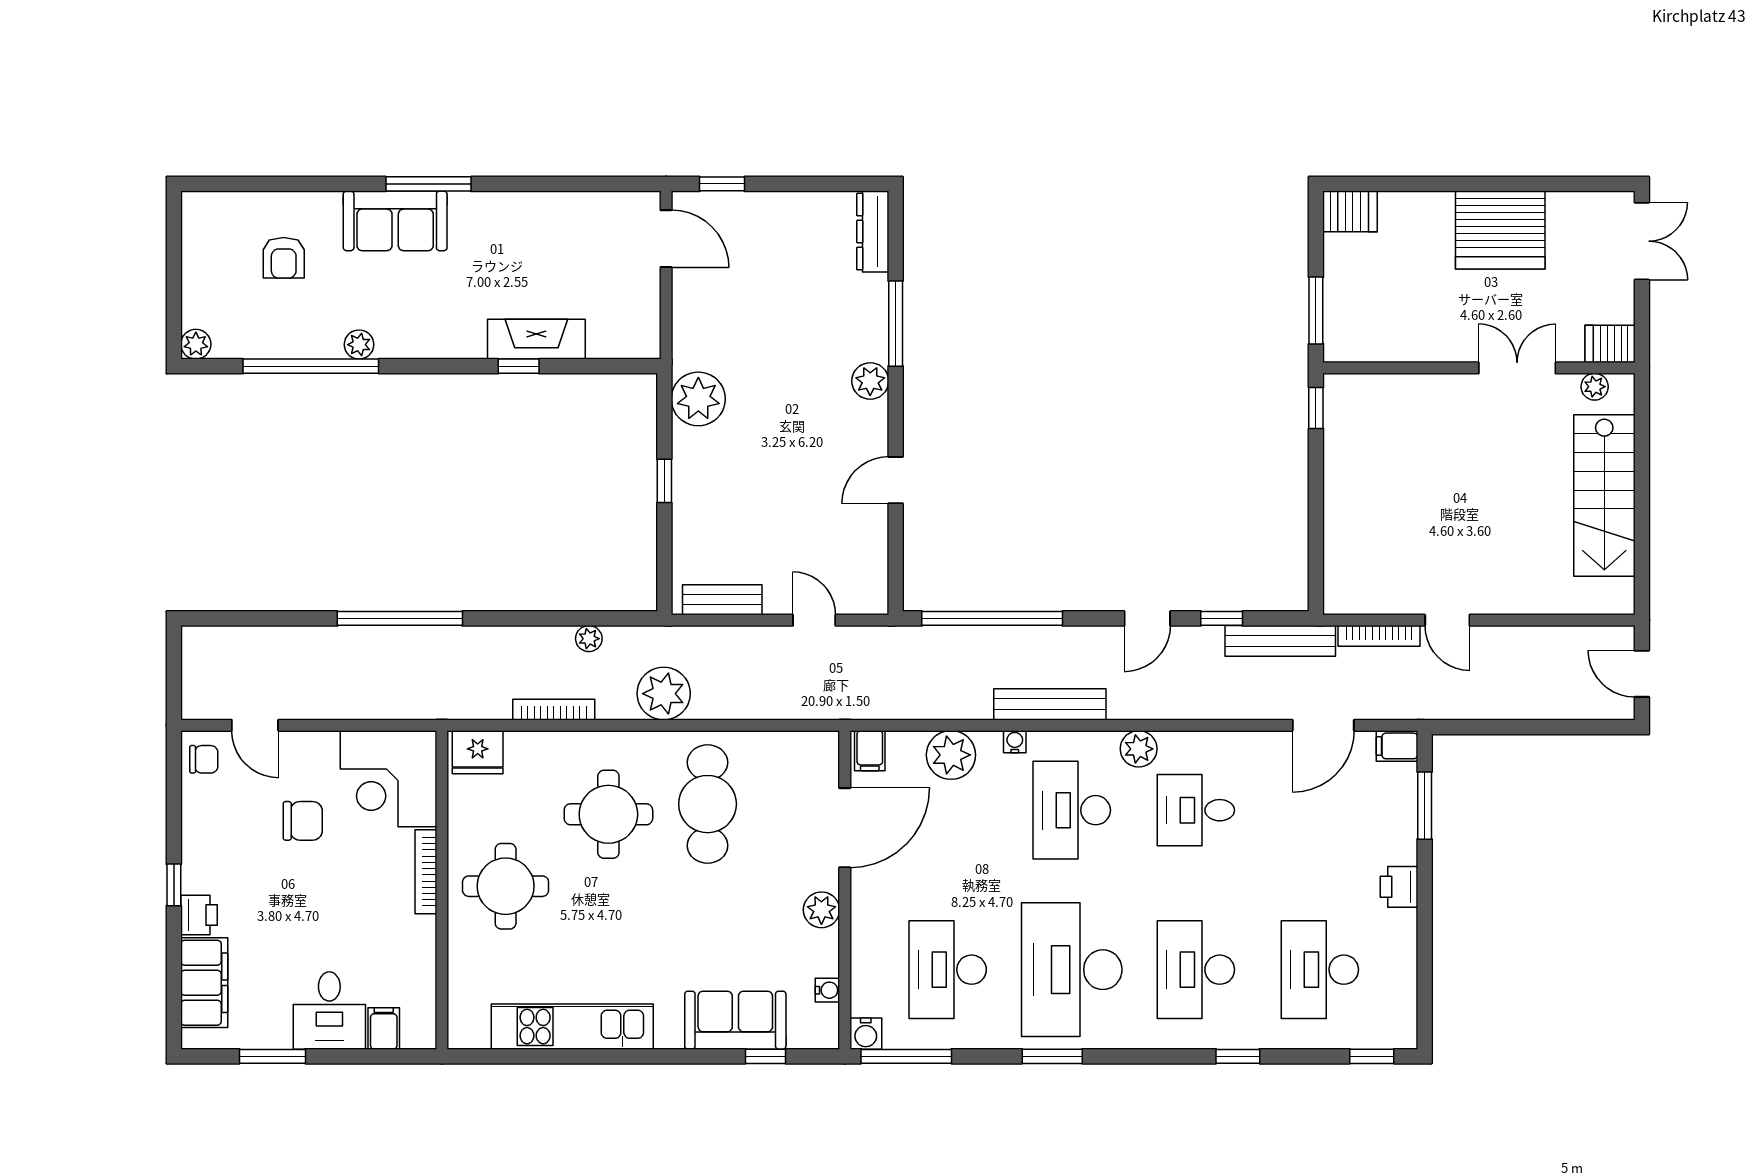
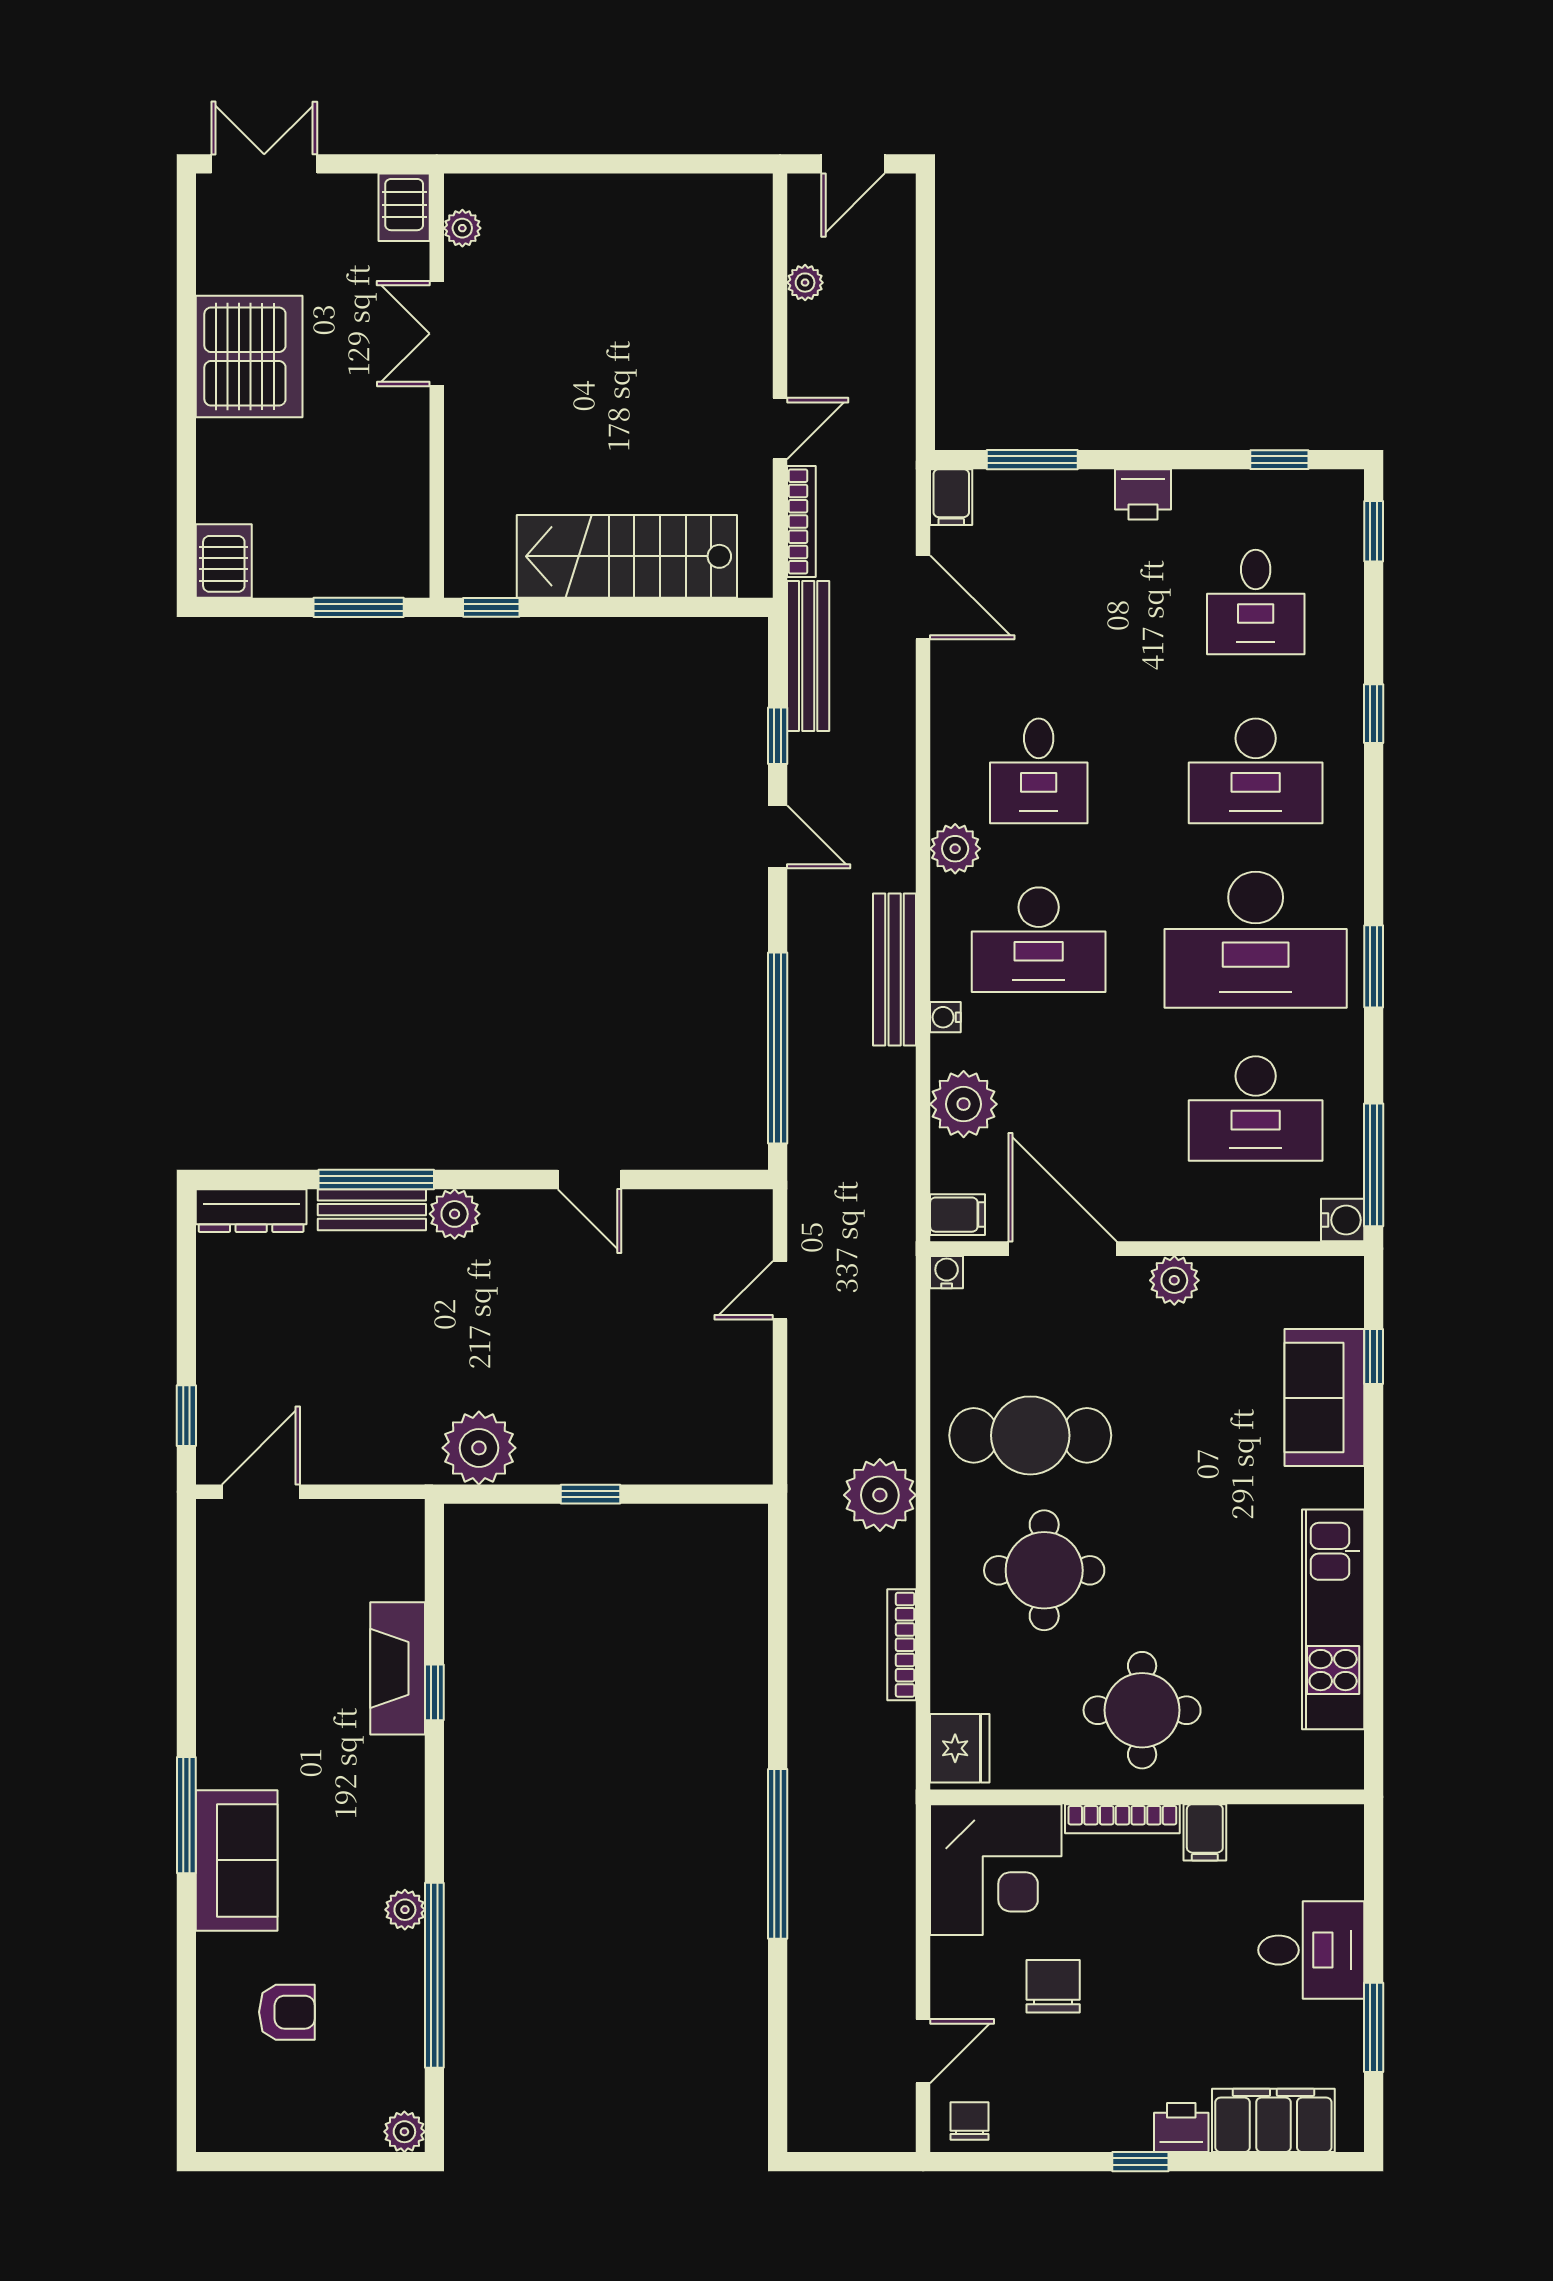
stairs: (1604, 496) -> (627, 556), moved, turned 180
bench: (722, 600) -> (372, 1210), moved, turned 90
plant: (589, 639) -> (805, 283), moved
desk: (1320, 970) -> (1256, 602), width x0.73
window: (1425, 987) -> (1279, 460), added
water cooler: (827, 990) -> (947, 1272), moved
filing cabinet: (384, 1029) -> (1205, 1832), moved, turned -90

